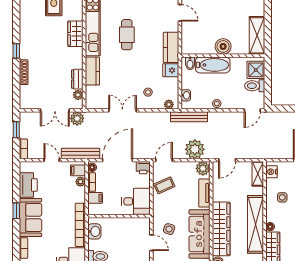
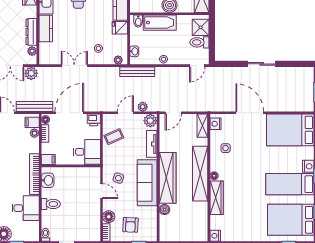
dresser: (77, 79) -> (31, 32), width x1.44
plant: (195, 149) -> (143, 107), width x0.53, depth x0.53
door: (164, 160) -> (125, 113), moved
filing cabinet: (95, 198) -> (48, 160), moved

